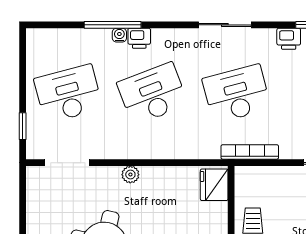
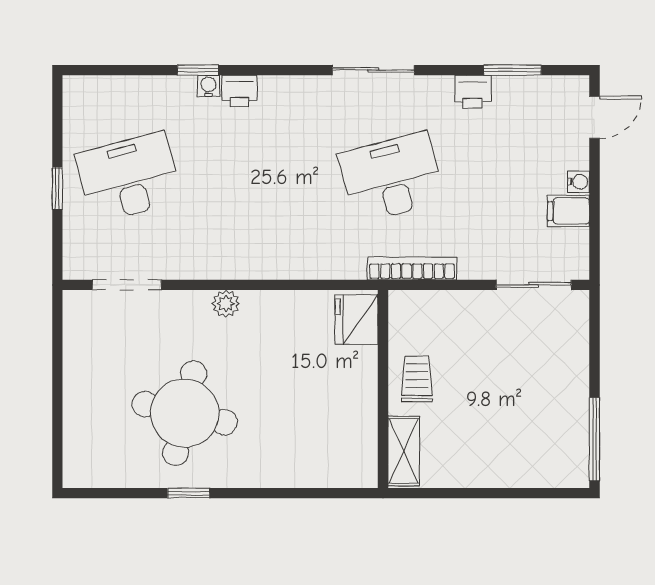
window: (113, 25) -> (198, 70), width x0.46
desk: (153, 94) -> (260, 178), removed
window: (23, 126) -> (57, 189), moved

